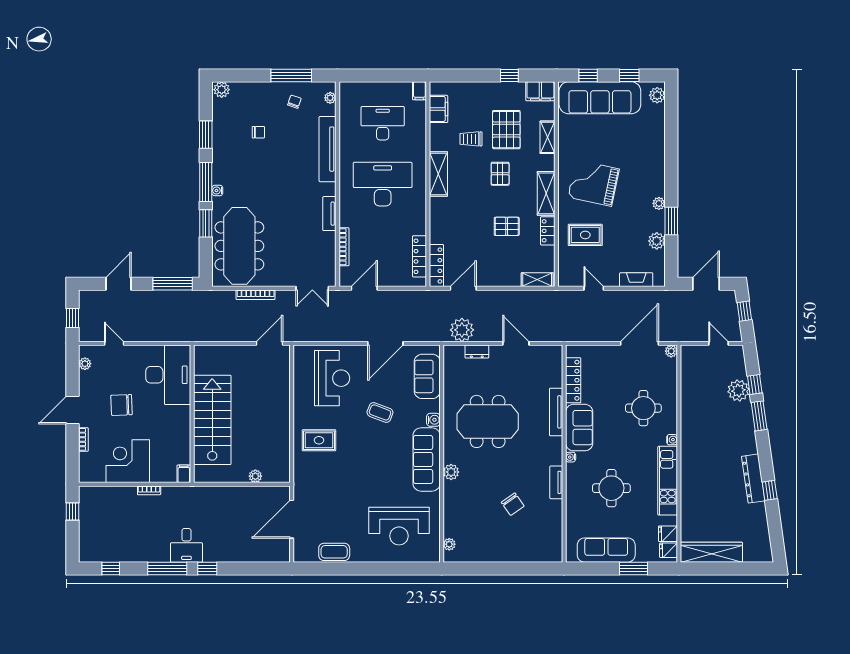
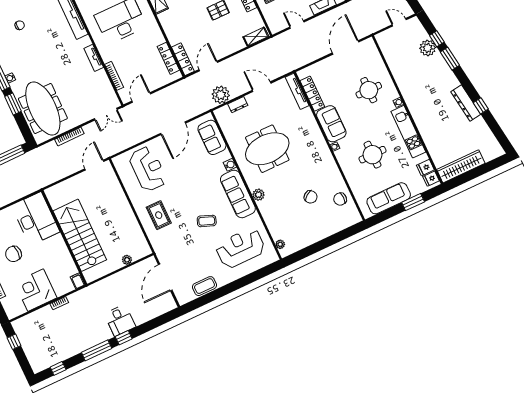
plant: (671, 351) -> (370, 43), removed
coffee table: (380, 412) -> (207, 221), moved
tv unit: (556, 412) -> (297, 91), moved
rug: (319, 440) -> (159, 215), turned 90
tv unit: (556, 482) -> (333, 168), removed
chair: (547, 524) -> (340, 199), added
reception desk: (399, 526) -> (240, 248), turned 180
desk: (186, 545) -> (120, 320), moved

